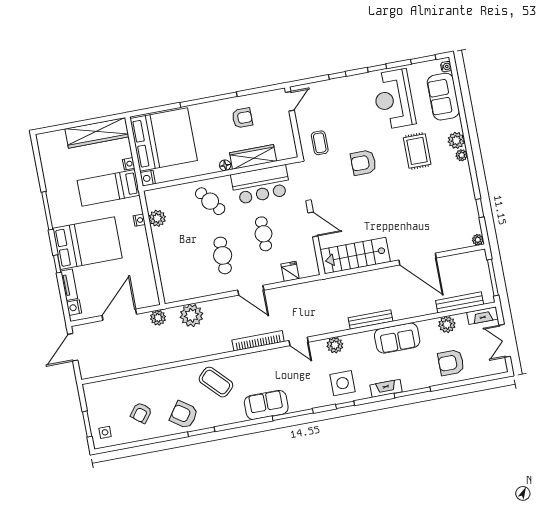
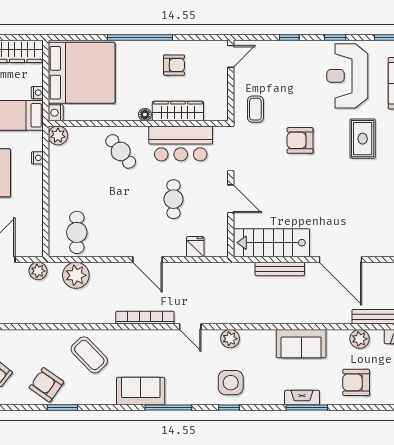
plant: (157, 218) -> (58, 135), moved
cafe table: (223, 255) -> (77, 232), moved
bench: (371, 320) -> (280, 269), moved
fireplace: (386, 388) -> (302, 398), moved

